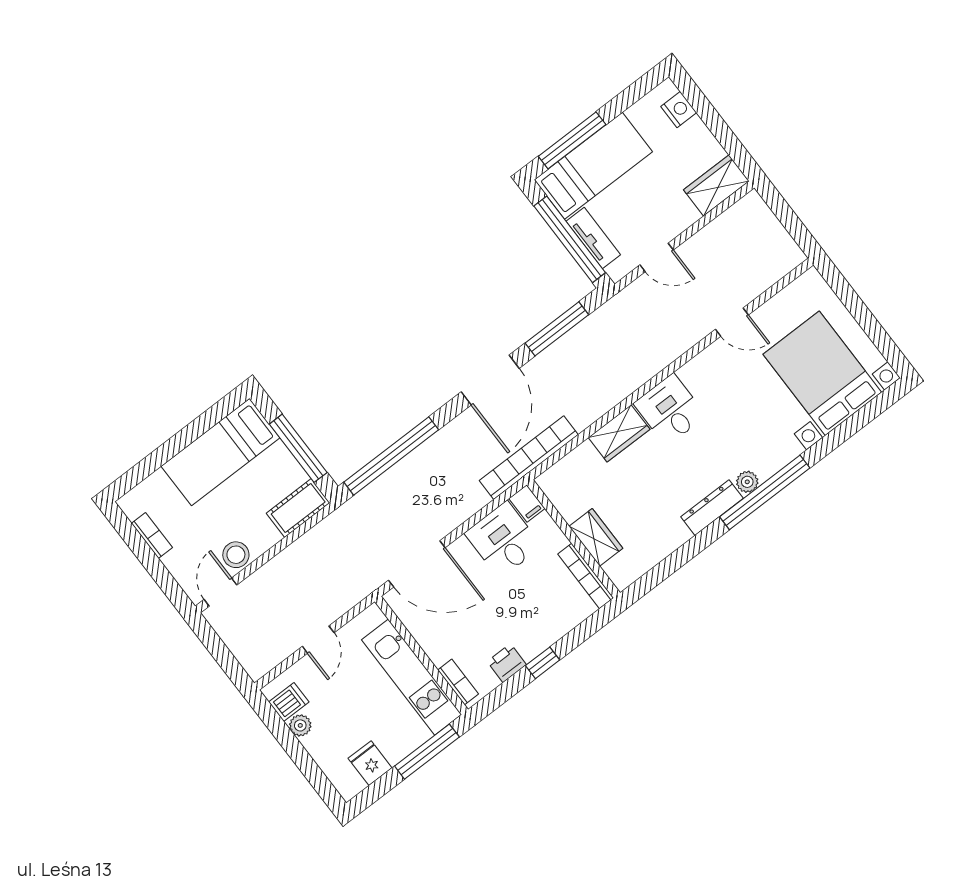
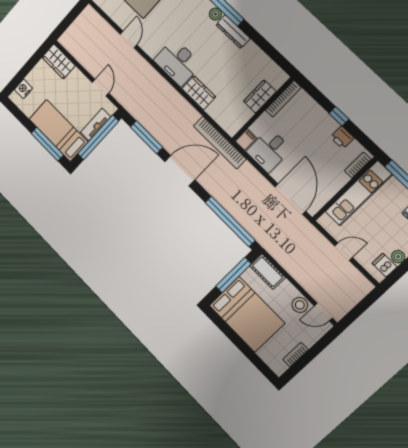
desk: (670, 410) -> (177, 62), width x1.37
bed: (221, 452) -> (247, 314), width x1.50

